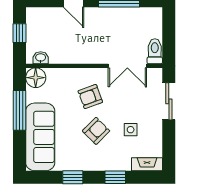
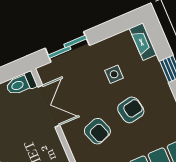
armchair: (96, 131) -> (131, 110), turned 124

